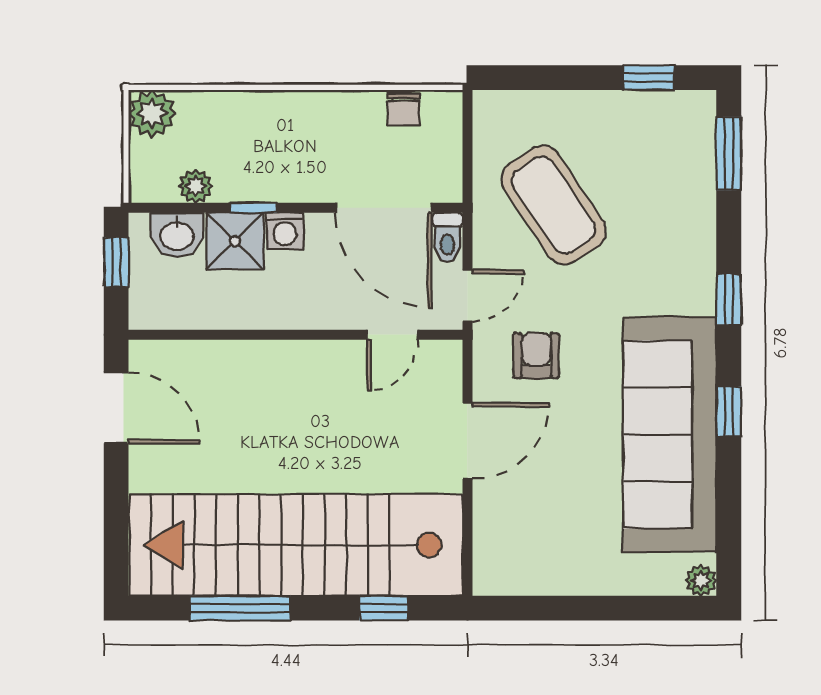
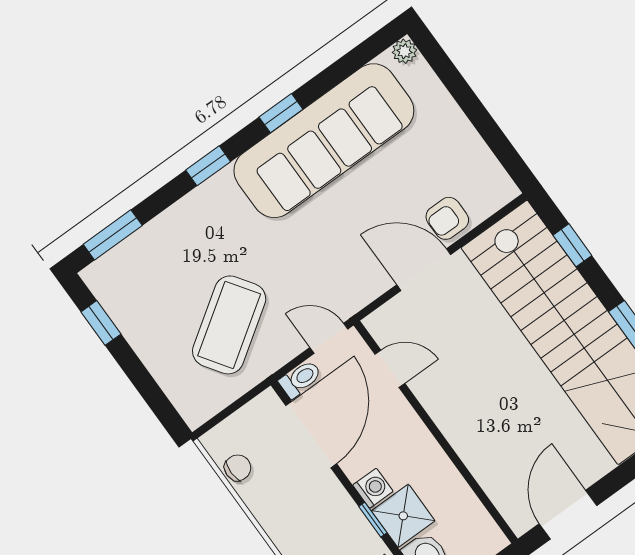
armchair: (536, 355) -> (447, 218), moved

